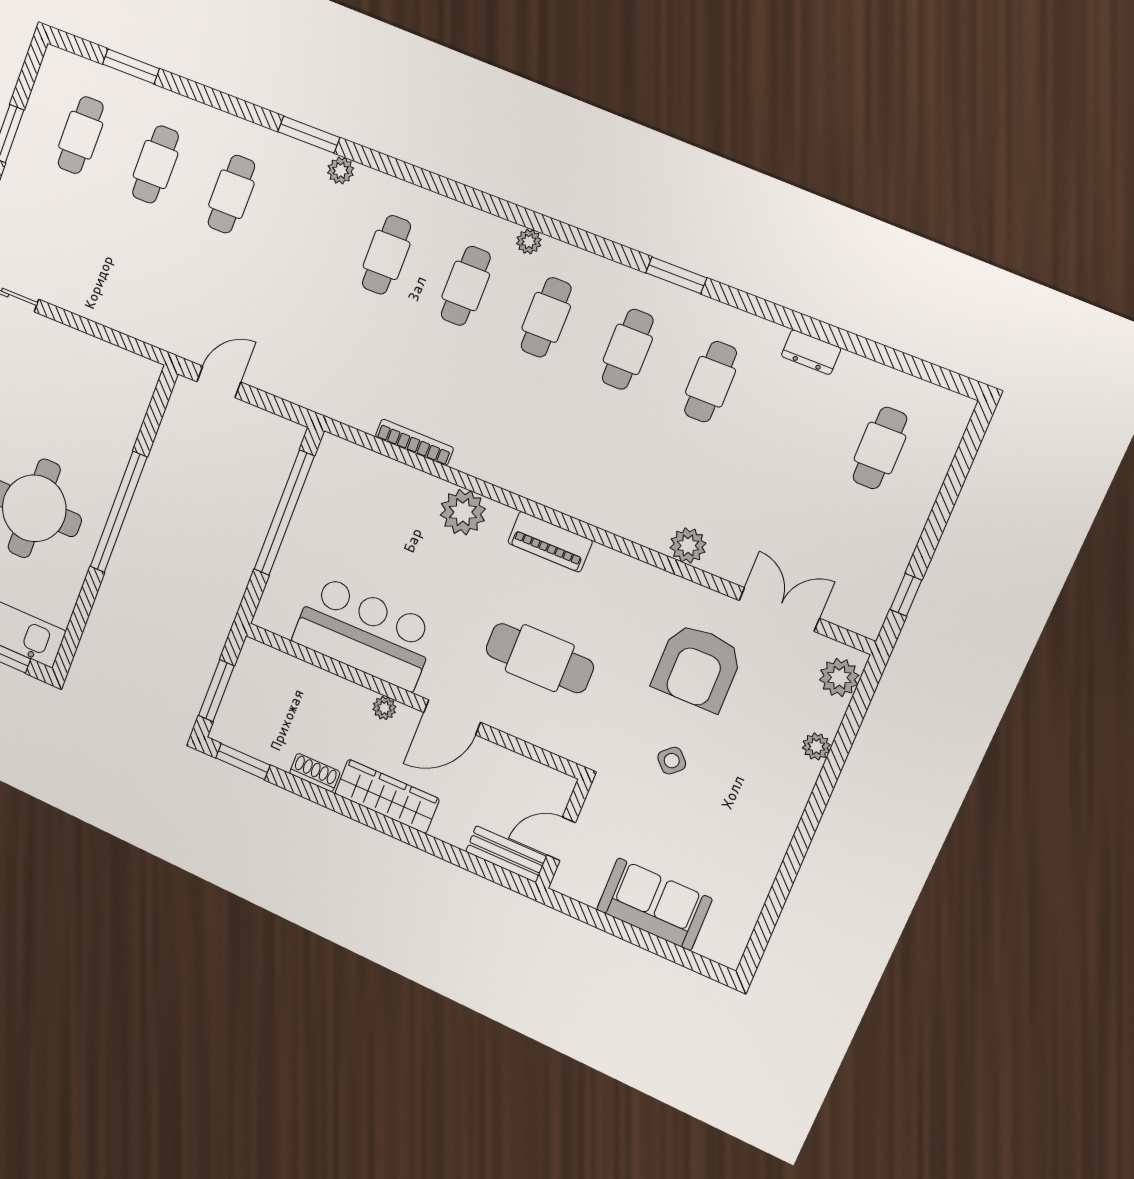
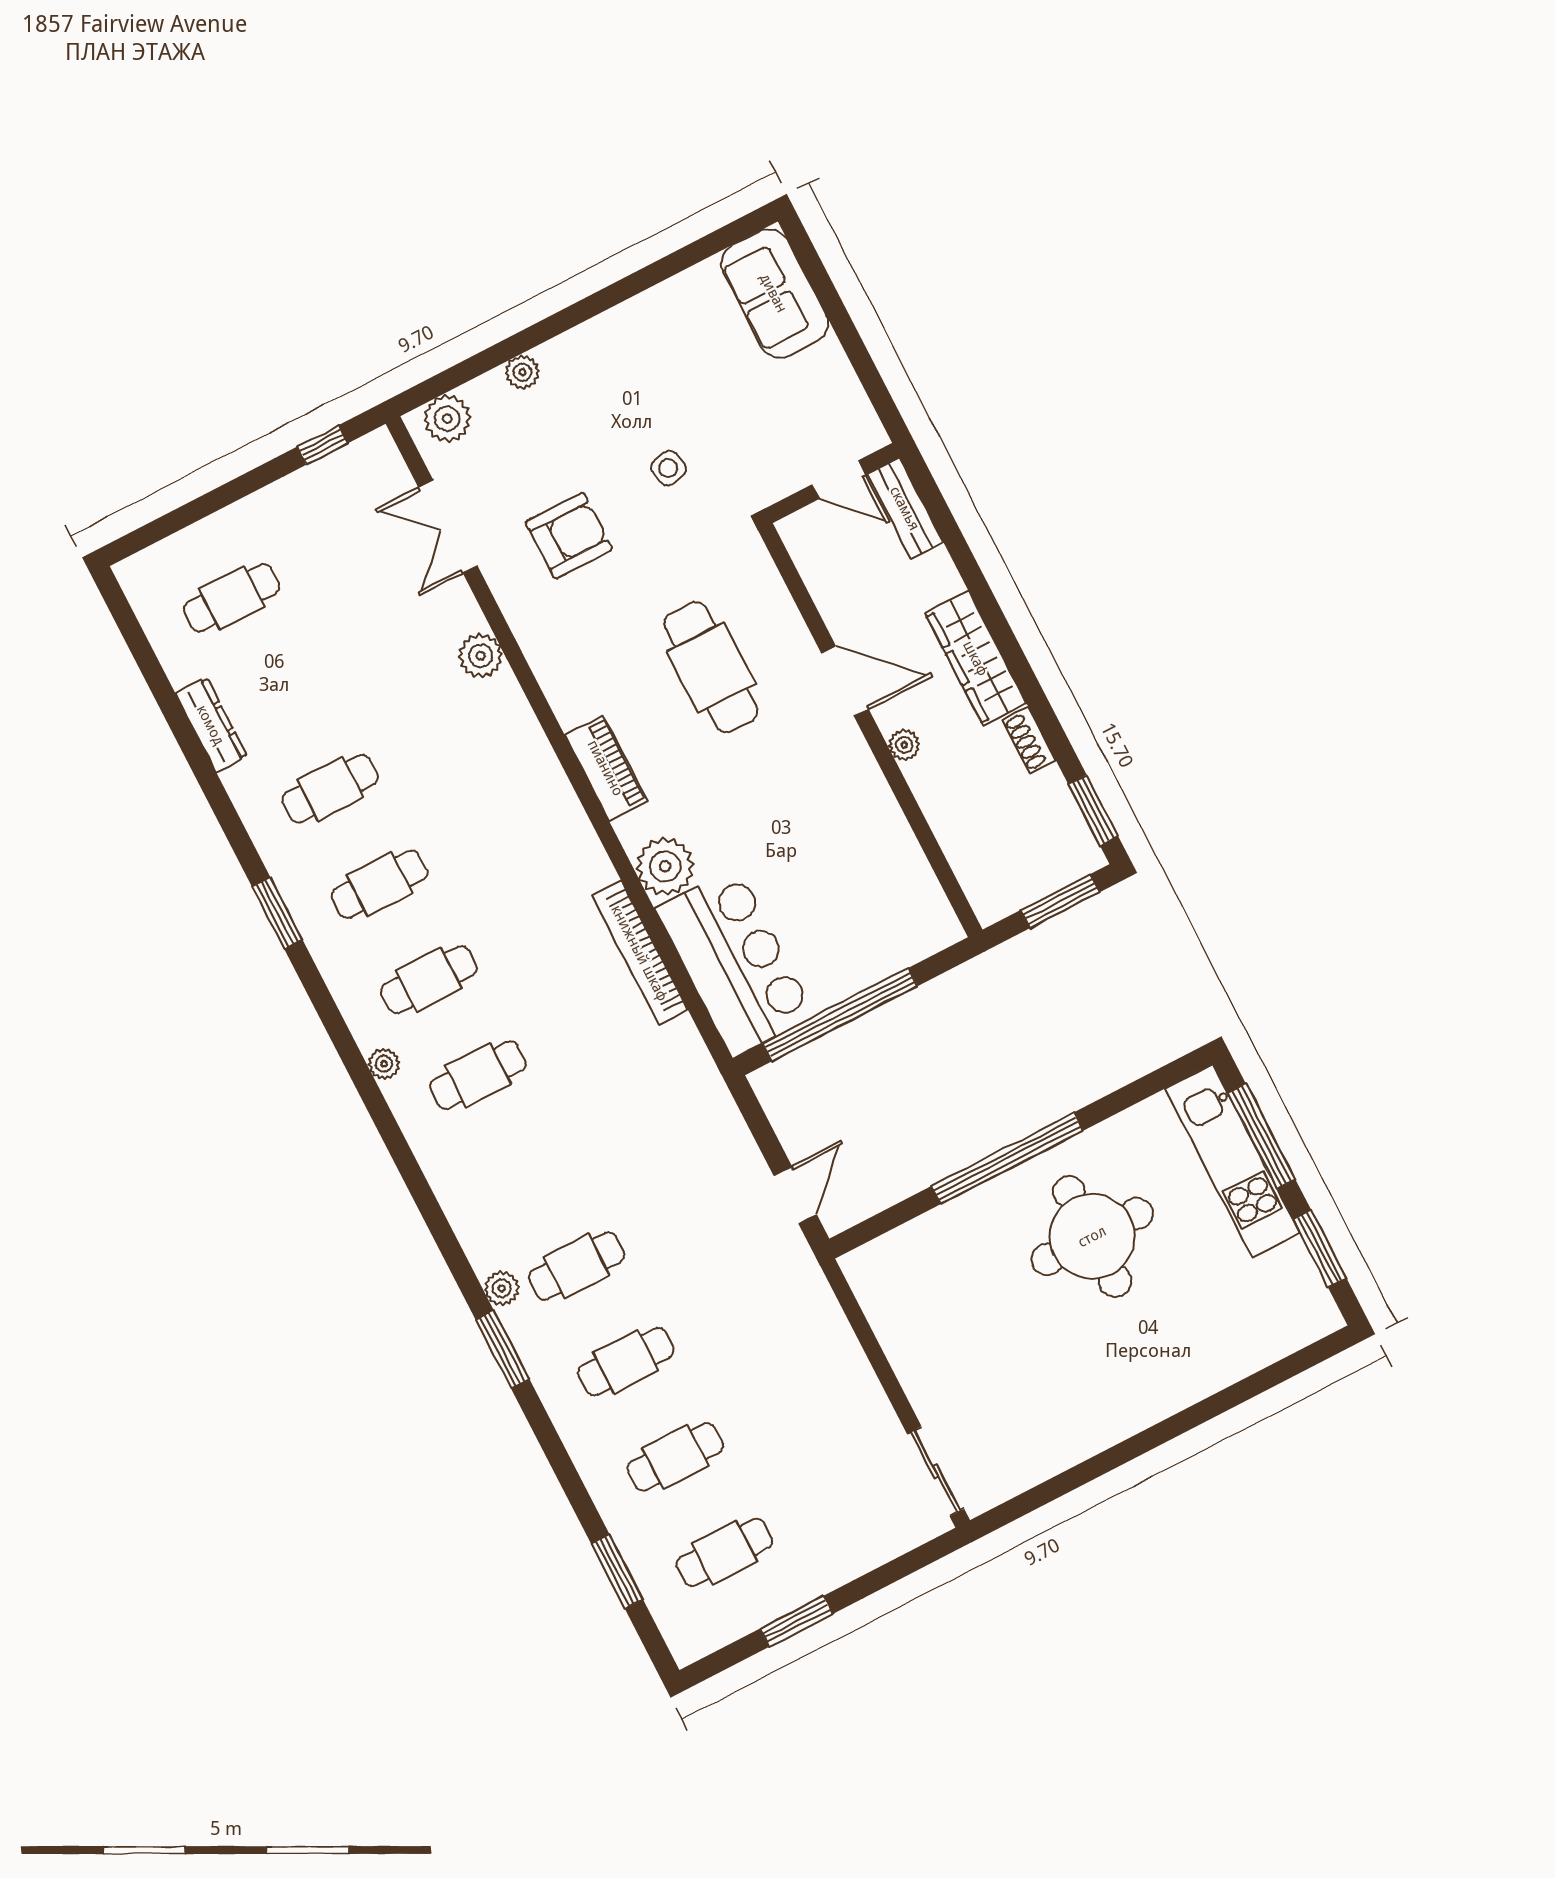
cafe table: (386, 255) -> (577, 1266), moved
dresser: (811, 352) -> (211, 725), width x1.44
door: (219, 382) -> (795, 1195), swing flipped
bookcase: (414, 442) -> (640, 953), width x1.48, depth x1.31
bar counter: (365, 633) -> (735, 962), moved, turned 180
armchair: (697, 667) -> (569, 536), width x0.73, depth x0.73
side table: (672, 761) -> (668, 468), turned 32
sofa: (654, 904) -> (774, 293), moved

